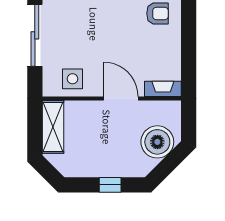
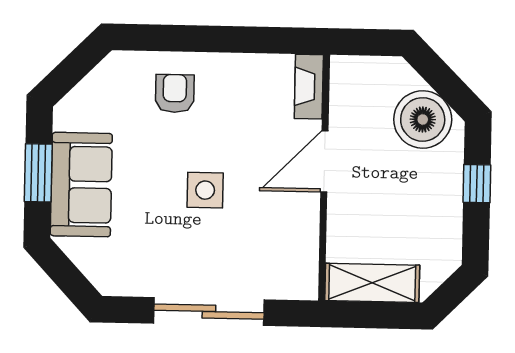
side table: (73, 79) -> (205, 190), moved
boiler: (157, 142) -> (423, 119), moved

